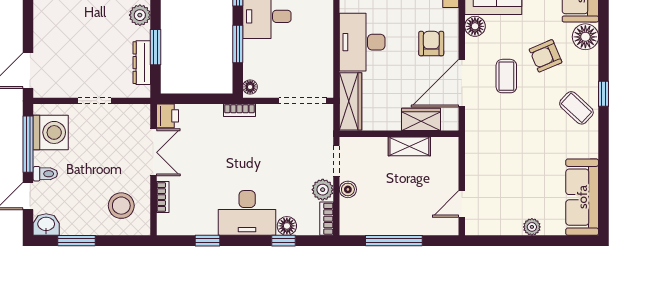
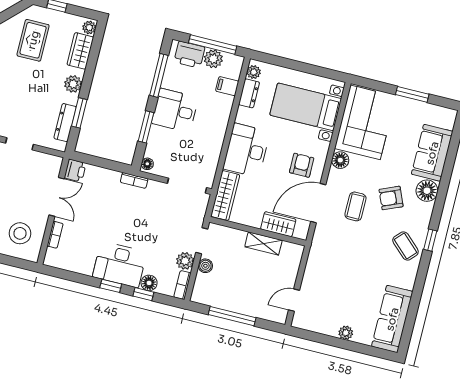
window: (207, 241) -> (111, 286), moved

